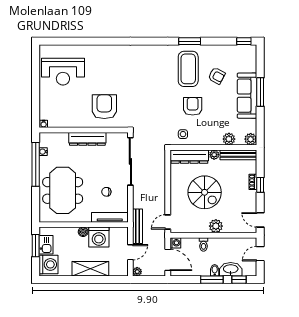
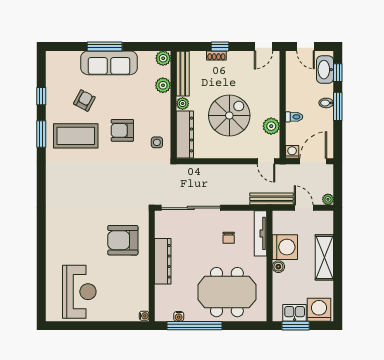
window: (244, 41) -> (41, 96), moved
plant: (216, 226) -> (271, 126), moved
washbasin: (231, 269) -> (325, 70), moved

